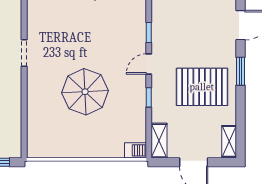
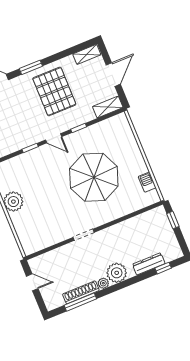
parasol: (85, 92) -> (94, 177), width x1.36, depth x1.36
barbecue: (135, 150) -> (147, 182), moved

